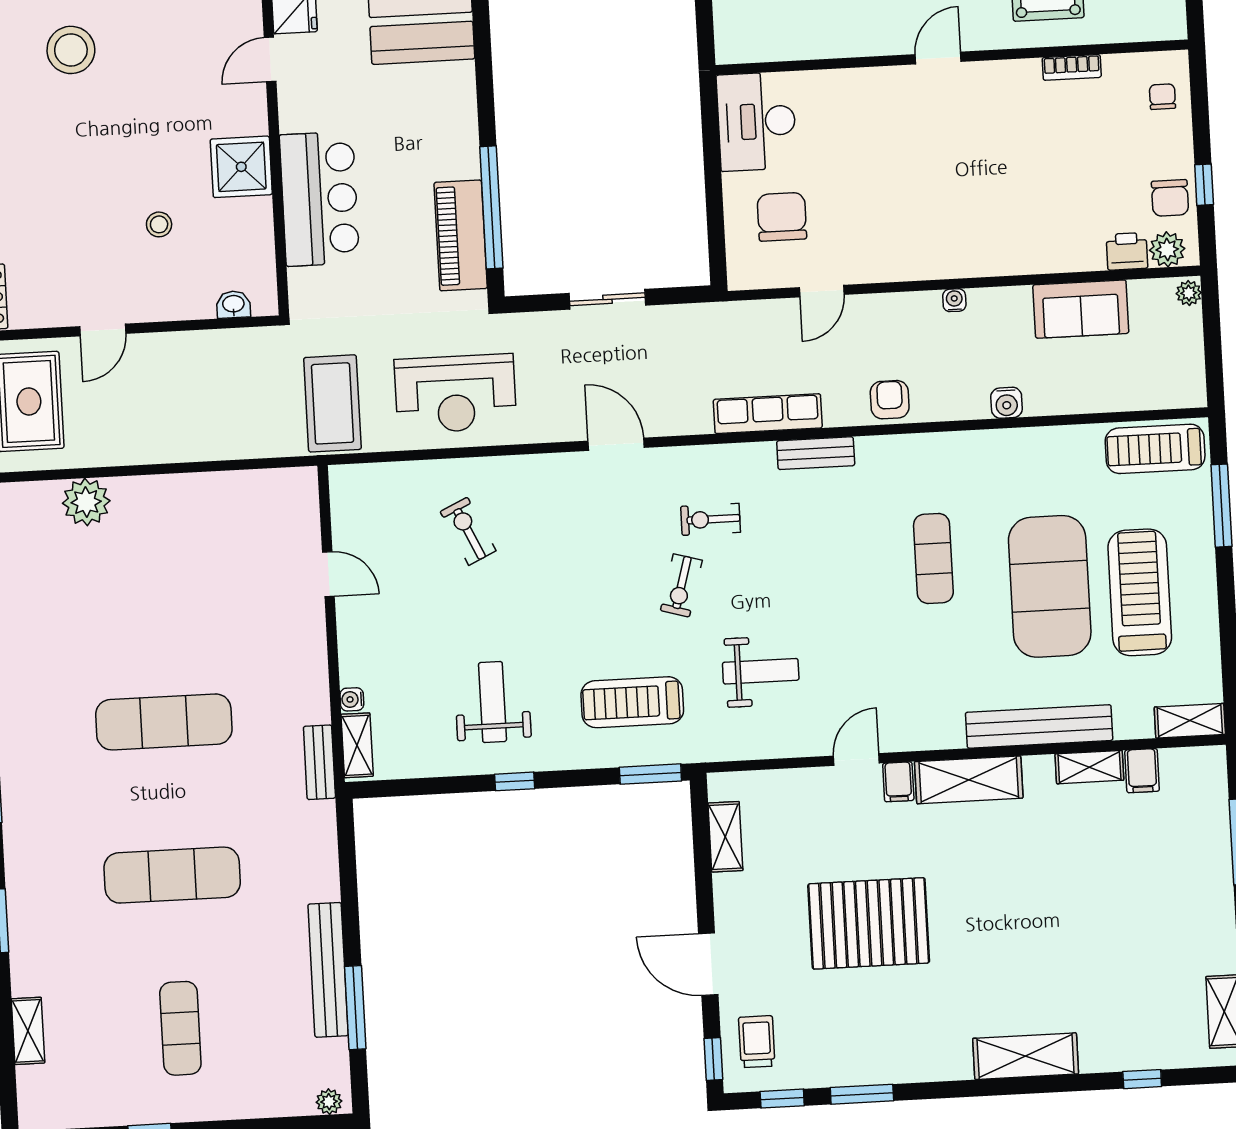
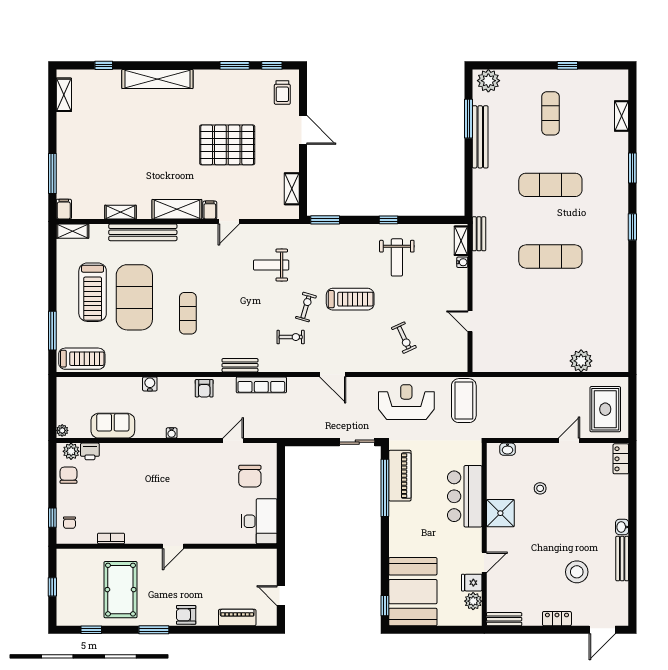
window: (1204, 185) -> (52, 518), moved
sliding door: (607, 299) -> (357, 442), moved
treadmill: (632, 702) -> (350, 299), moved
filing cabinet: (1142, 771) -> (64, 209), moved
shelving: (1026, 1056) -> (157, 79), width x1.47
window: (713, 1059) -> (303, 86), removed
plant: (329, 1102) -> (488, 81), width x1.88, depth x1.88

